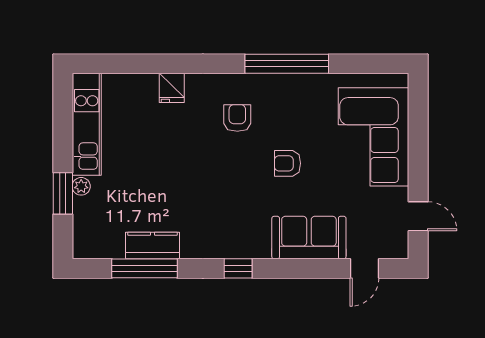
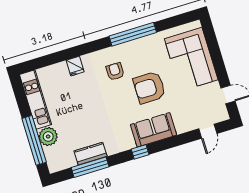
armchair: (287, 163) -> (149, 88), width x1.88, depth x1.88
plant: (81, 186) -> (48, 137), width x1.87, depth x1.87
window: (63, 193) -> (34, 140), width x2.11
sofa: (309, 238) -> (153, 130), moved

